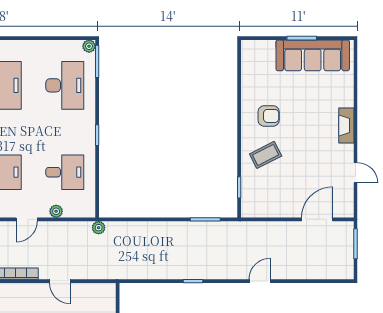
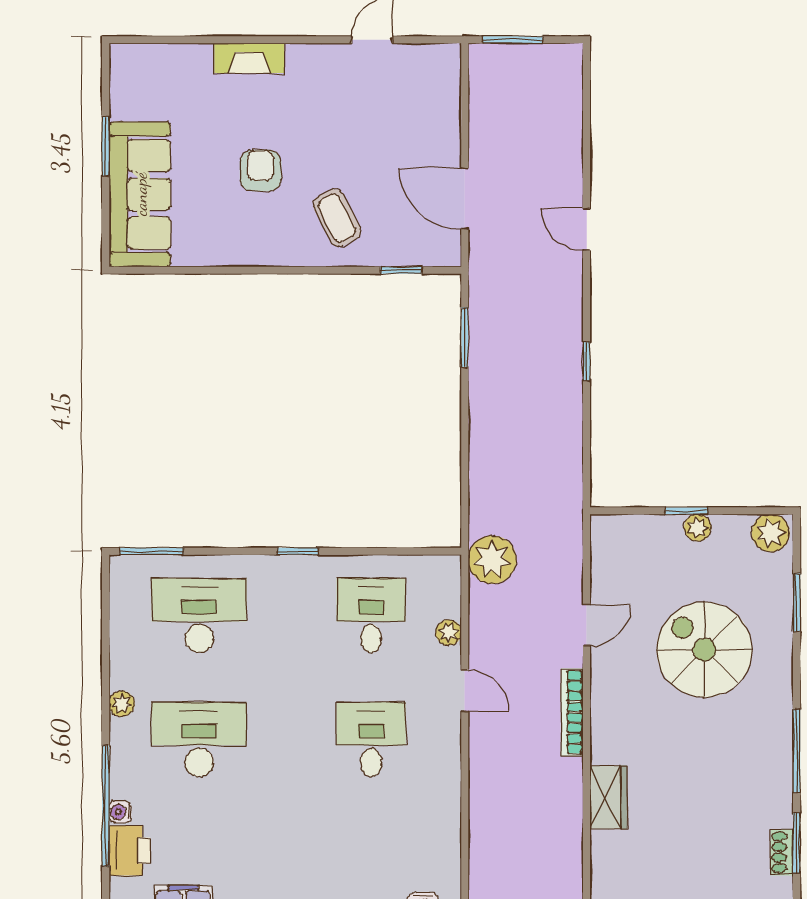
plant: (89, 46) -> (122, 704), moved
sofa: (313, 55) -> (140, 194), moved
armchair: (269, 116) -> (261, 170), moved
fireplace: (346, 125) -> (249, 58), moved
door: (317, 219) -> (465, 199), moved
plant: (99, 228) -> (492, 560), width x1.88, depth x1.88

